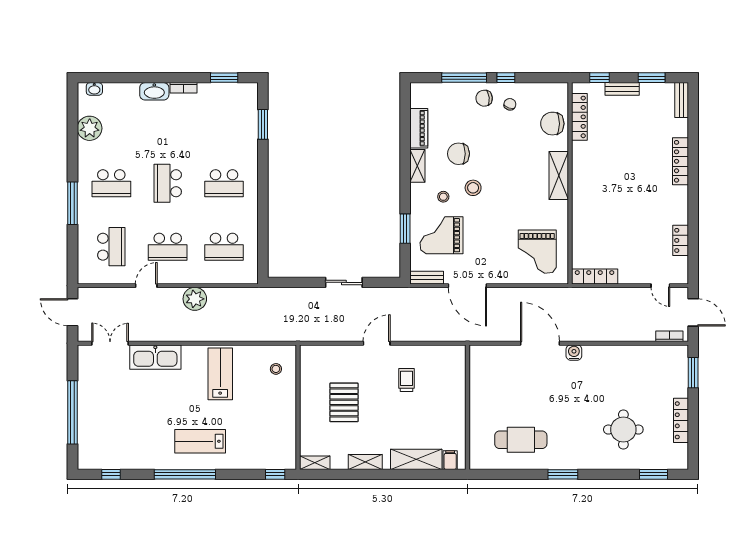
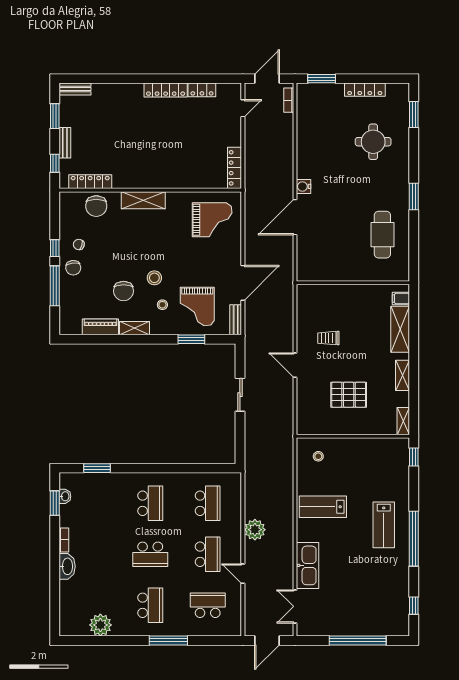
washbasin: (94, 89) -> (65, 496), moved
locker: (680, 161) -> (166, 90), moved

